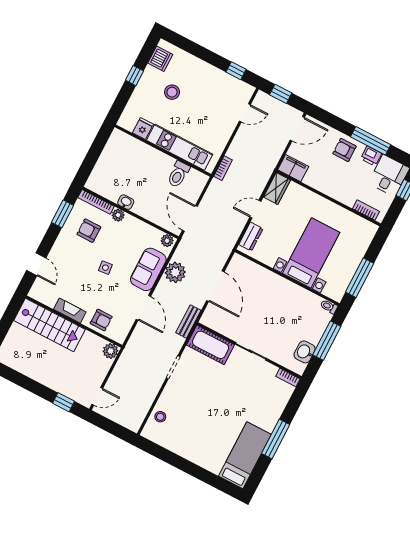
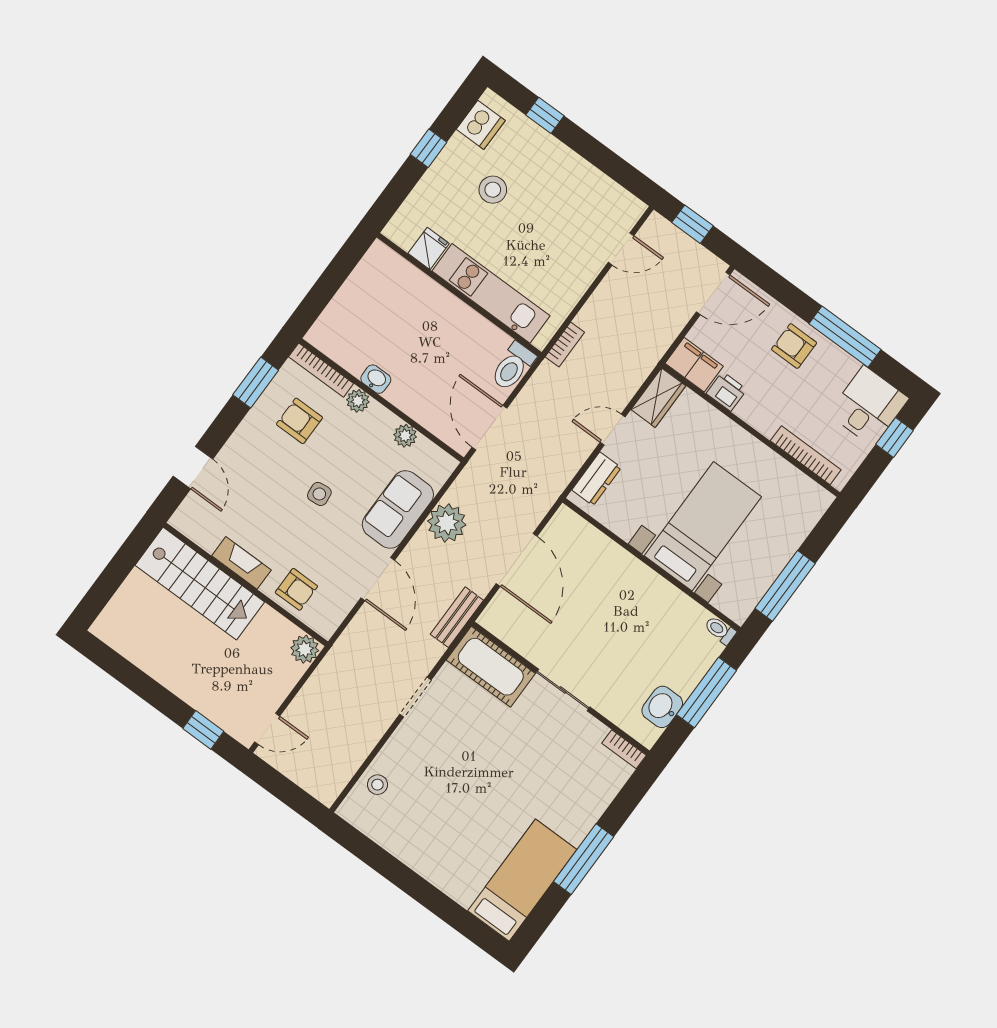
window: (236, 71) -> (545, 115), moved
printer: (371, 156) -> (727, 391), moved, turned 180
toilet: (178, 174) -> (513, 367), moved
bookcase: (366, 210) -> (806, 455), width x1.56
plant: (167, 241) -> (405, 436), moved

